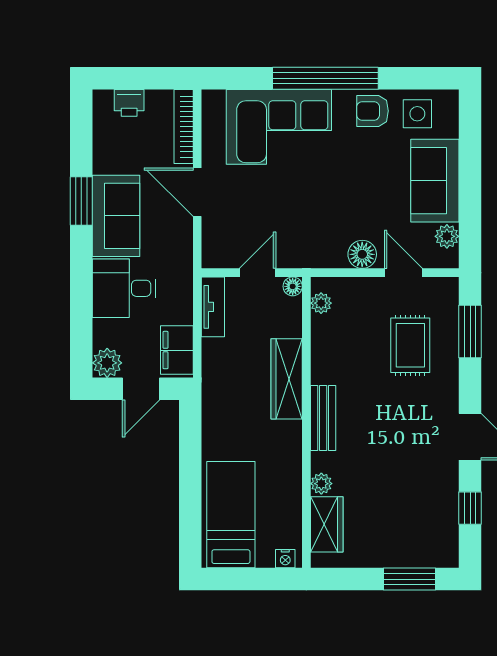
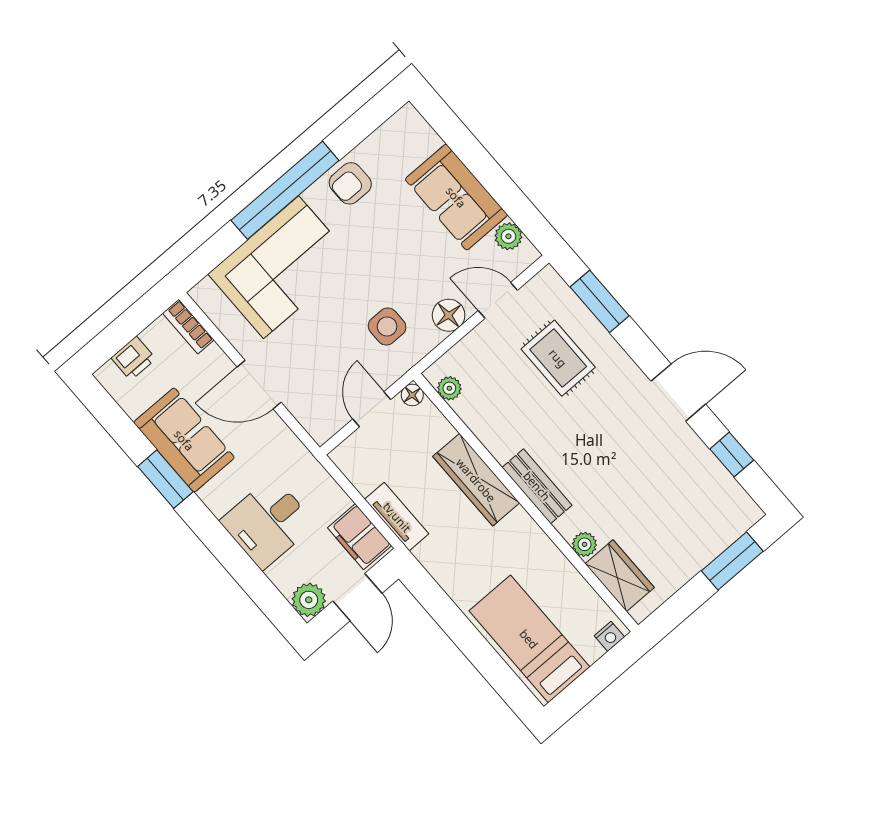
side table: (417, 114) -> (387, 327), moved
bookcase: (184, 127) -> (188, 327), width x0.64
sofa: (116, 216) -> (184, 440), moved
tv unit: (213, 307) -> (397, 517), moved

